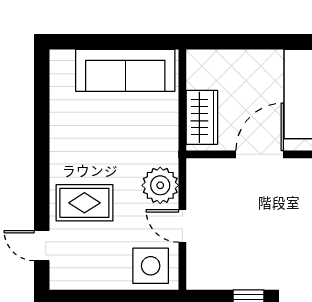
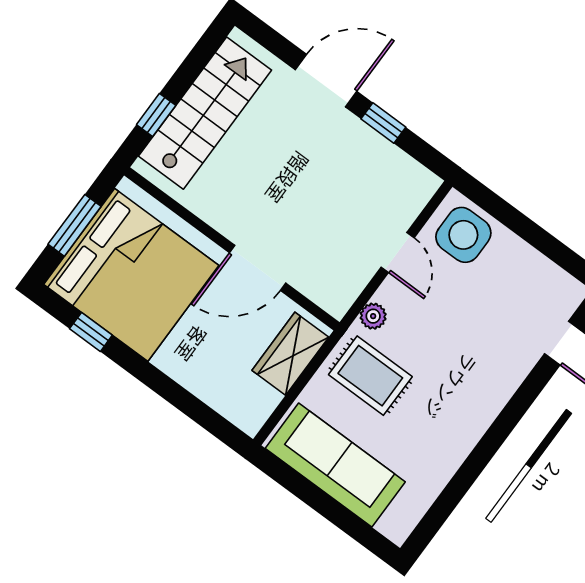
plant: (160, 185) -> (373, 316), width x0.53, depth x0.53
rug: (84, 203) -> (370, 376), moved

